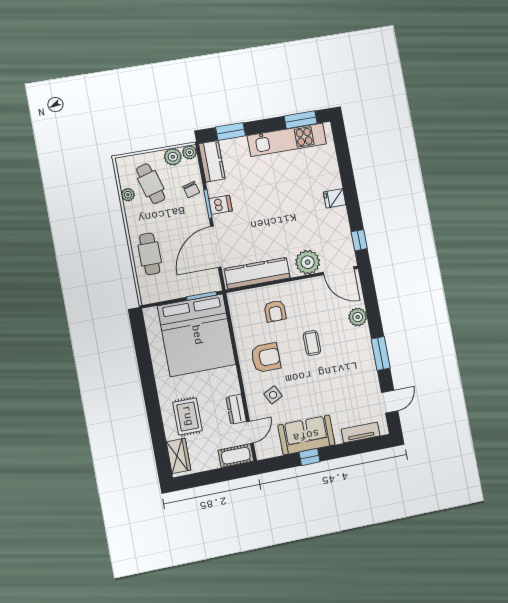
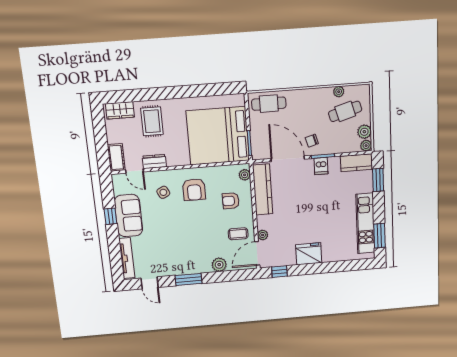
chair: (191, 189) -> (312, 141), moved
fridge: (335, 198) -> (309, 254), width x1.88, depth x1.34
cafe table: (150, 254) -> (269, 104), moved
plant: (308, 262) -> (263, 235), width x0.53, depth x0.53
plant: (241, 298) -> (245, 175), added
coffee table: (312, 343) -> (238, 234), moved
rug: (188, 416) -> (152, 121), turned 90
tv unit: (361, 432) -> (127, 258), width x1.41

